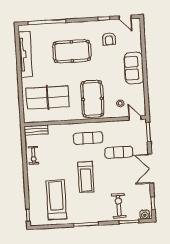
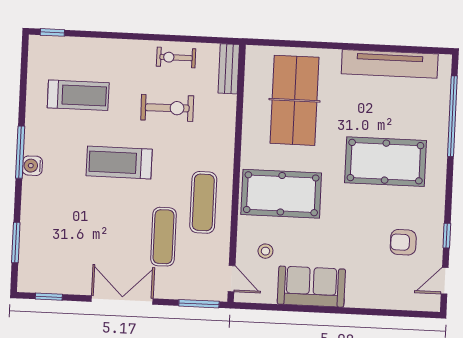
pool table: (72, 51) -> (385, 162), turned 90
sofa: (134, 68) -> (311, 287), moved
door: (135, 118) -> (232, 279), hinge flipped
exercise mat: (88, 138) -> (203, 202), moved
treadmill: (56, 200) -> (78, 95), width x0.73, depth x0.73
exercise bike: (119, 206) -> (167, 108), moved
water cooler: (145, 215) -> (32, 166), moved

